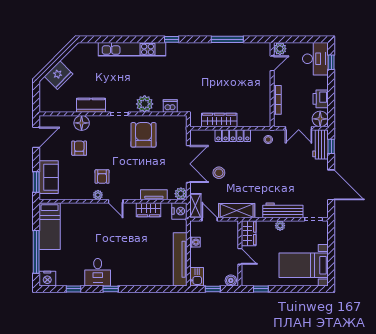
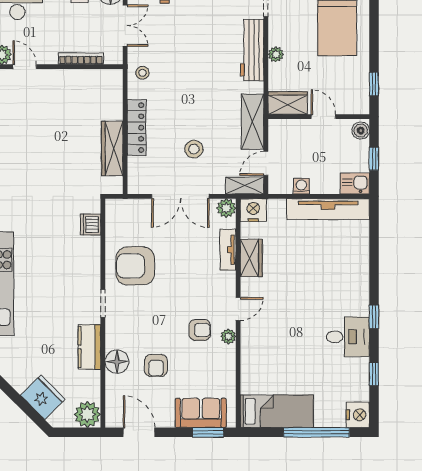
plant: (145, 104) -> (87, 414), moved
armchair: (79, 148) -> (156, 365), turned -90
double door: (188, 164) -> (180, 196), swing flipped
door: (240, 256) -> (323, 117), hinge flipped

